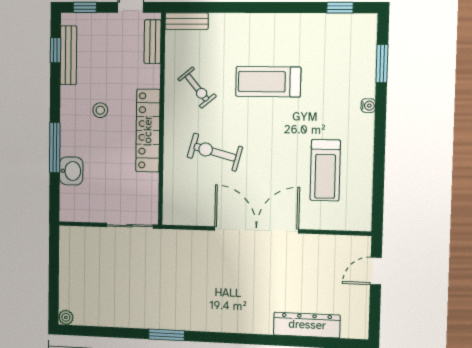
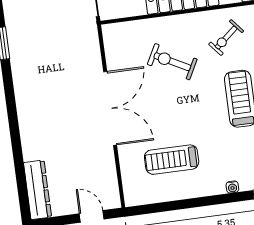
exercise bike: (215, 152) -> (172, 62), turned -77
dresser: (307, 325) -> (37, 190), moved

